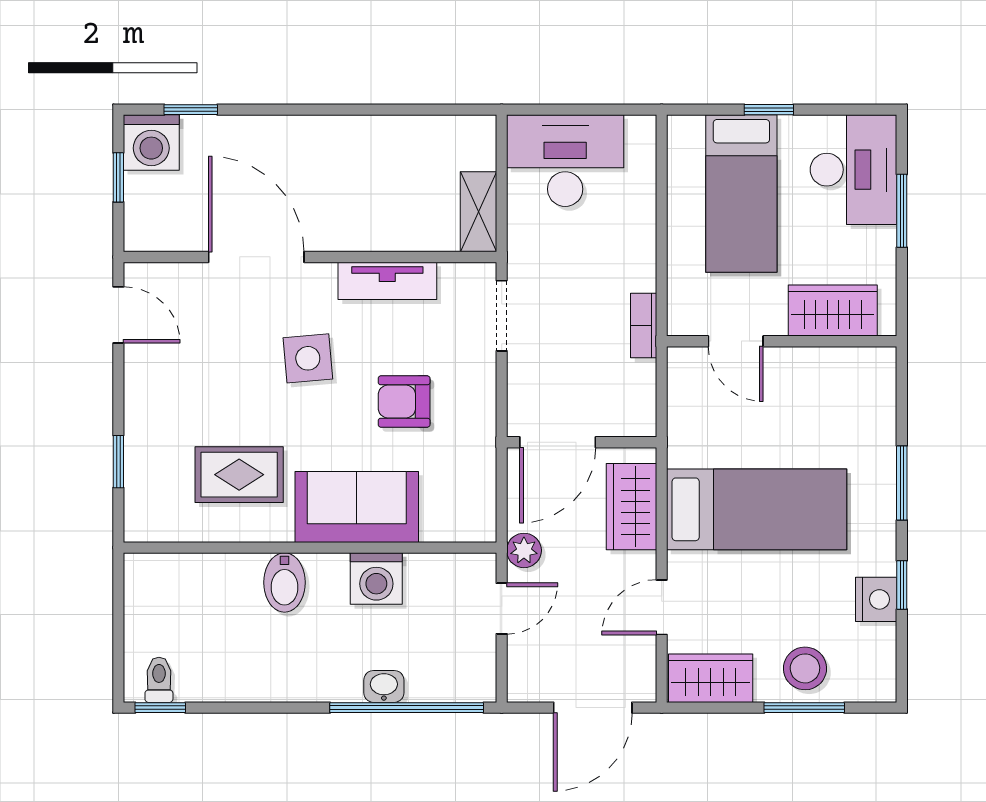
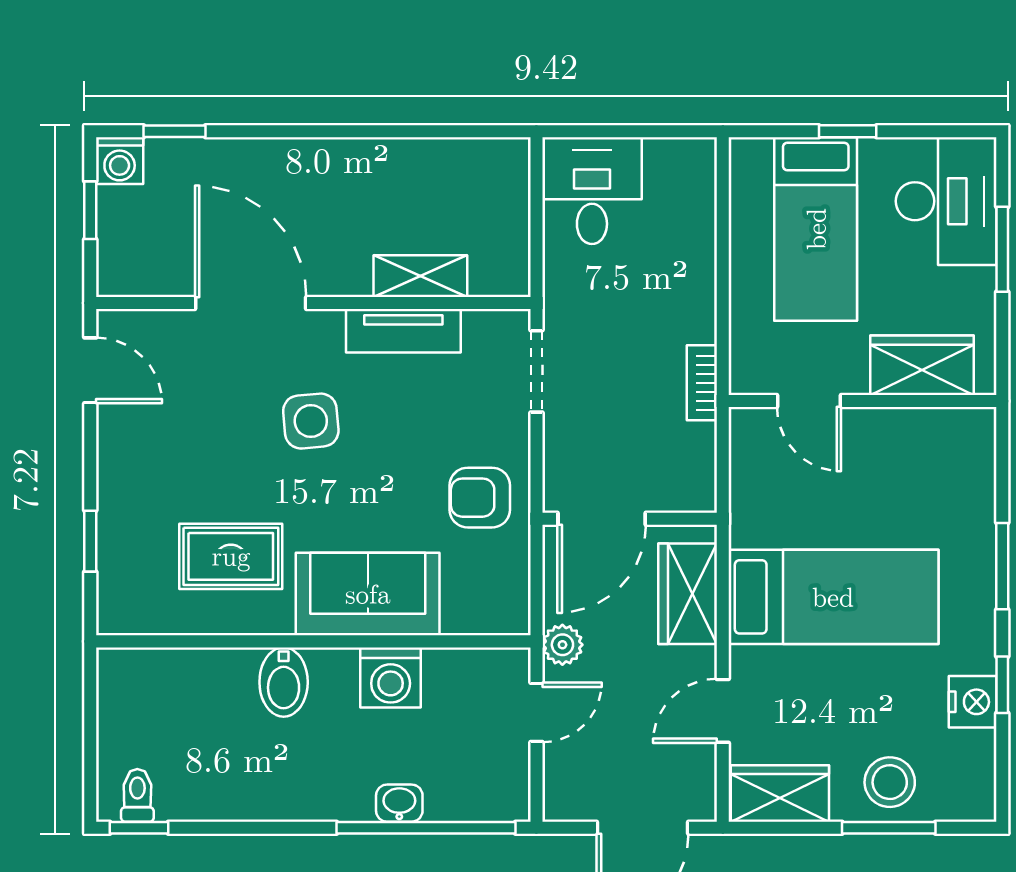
washing machine: (151, 142) -> (120, 161), width x0.73, depth x0.73
desk: (565, 161) -> (592, 191), width x0.73
shelving: (478, 212) -> (420, 276), moved, turned 90
armchair: (404, 401) -> (480, 498), moved

